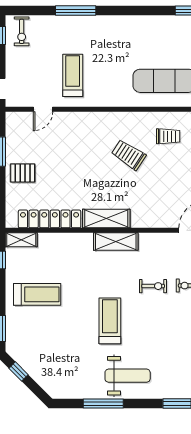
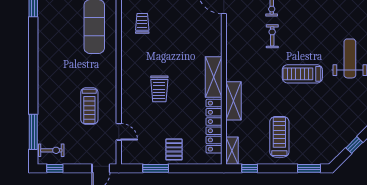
window: (76, 11) -> (33, 132), moved
treadmill: (73, 75) -> (89, 106), turned -90
trolley: (129, 155) -> (159, 89), moved, turned -33
shelving: (116, 242) -> (234, 101), moved
window: (18, 371) -> (354, 145), moved

